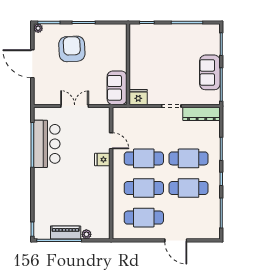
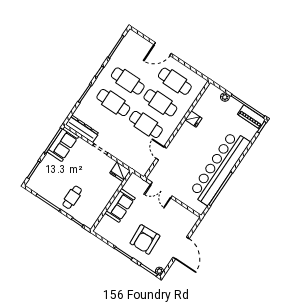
cafe table: (167, 43) -> (72, 197), added
sofa: (210, 72) -> (63, 144), moved
sofa: (117, 88) -> (120, 205), moved
double door: (75, 106) -> (161, 190), moved
bar counter: (47, 144) -> (220, 168), width x1.86
fridge: (102, 160) -> (193, 119), moved
piano: (66, 232) -> (252, 117), moved
door: (176, 240) -> (163, 49), swing flipped

